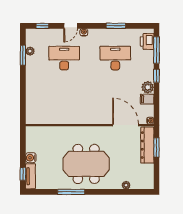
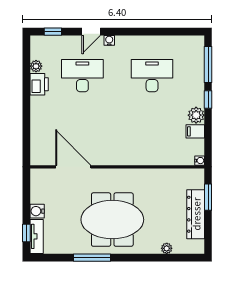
window: (116, 26) -> (153, 32), removed
printer: (147, 42) -> (39, 84), moved, turned 180
window: (23, 55) -> (26, 72), removed
door: (126, 125) -> (73, 167), moved
dresser: (147, 145) -> (196, 214), moved

